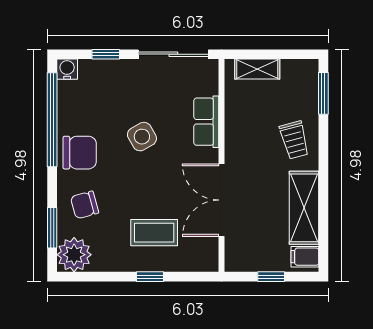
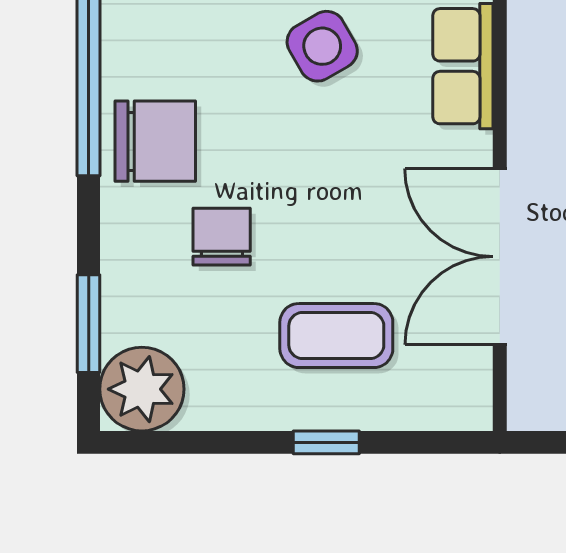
side table: (142, 137) -> (322, 46), moved
chair: (85, 205) -> (222, 237), moved, turned 105

